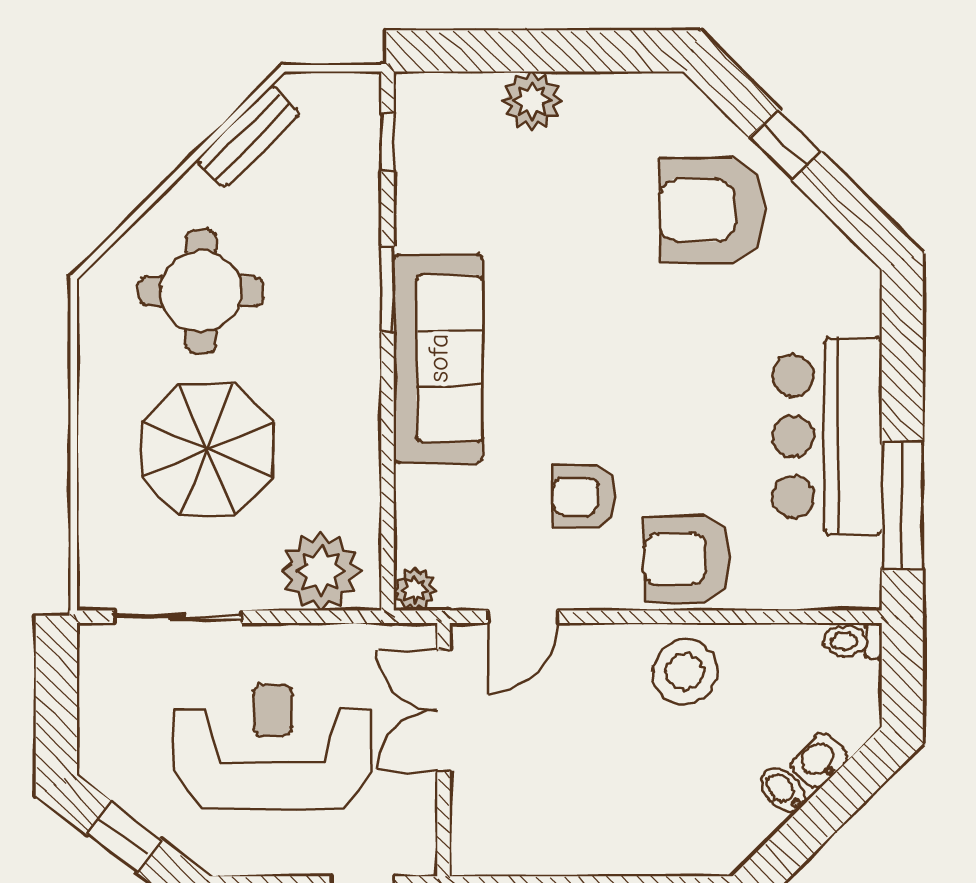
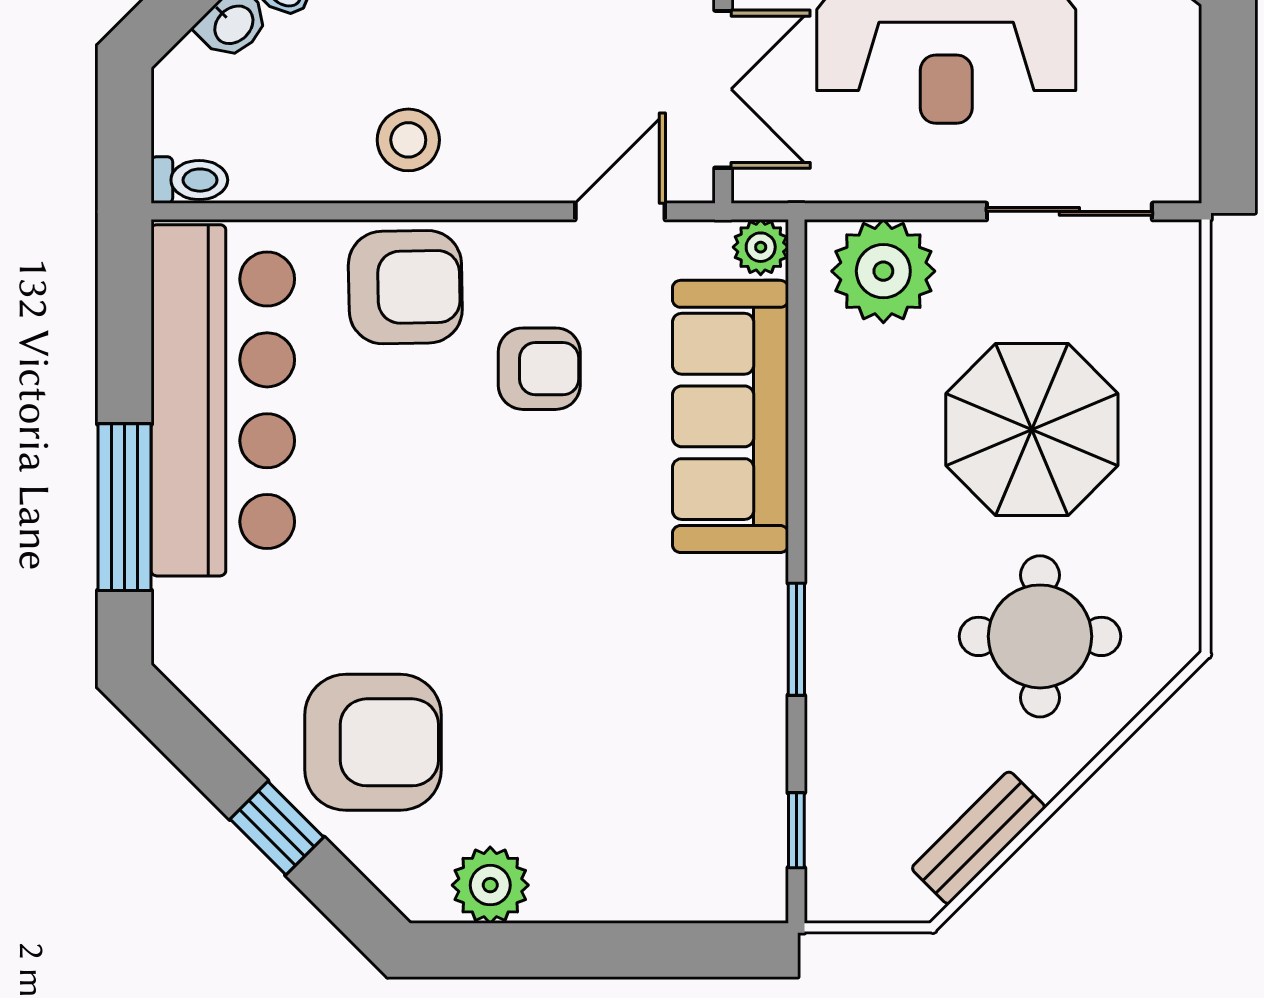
plant: (532, 101) -> (490, 885), moved
sofa: (438, 358) -> (730, 416), moved
bar counter: (827, 436) -> (223, 400), width x1.36
window: (902, 505) -> (124, 507), moved
stool: (685, 672) -> (408, 140), width x0.73, depth x0.73

